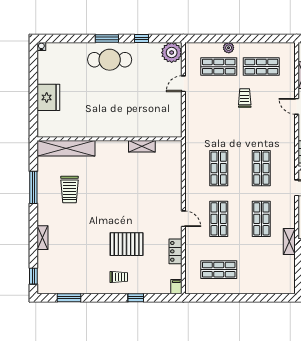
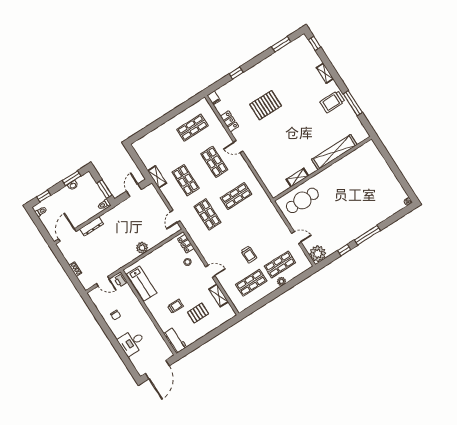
window: (107, 38) -> (367, 235), width x1.44
cafe table: (110, 60) -> (302, 200), moved
door: (183, 84) -> (296, 238), hinge flipped
fridge: (48, 97) -> (381, 170), removed
shelving: (66, 148) -> (334, 152), moved
shop shelf: (219, 168) -> (236, 196), turned 90
trolley: (69, 189) -> (332, 102), moved, turned -90
trolley: (119, 277) -> (257, 80), removed

